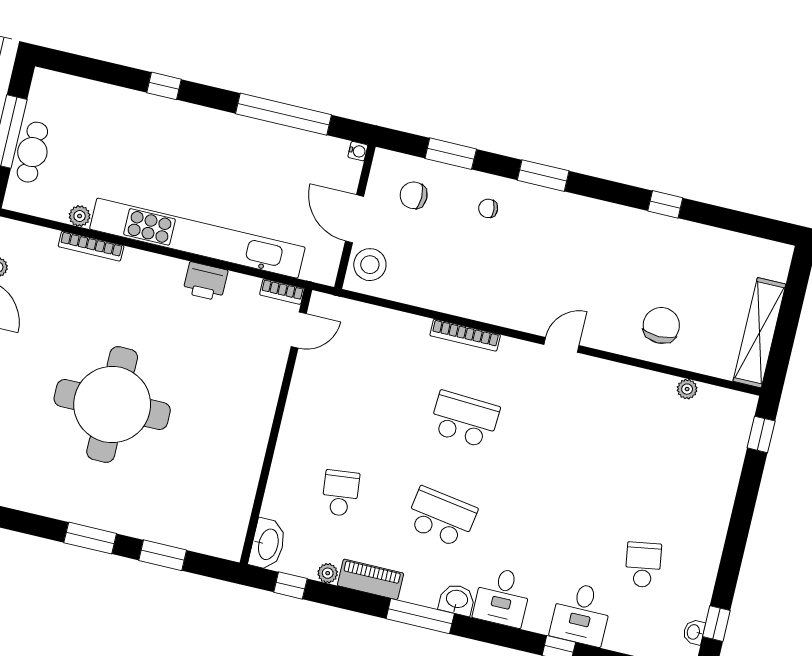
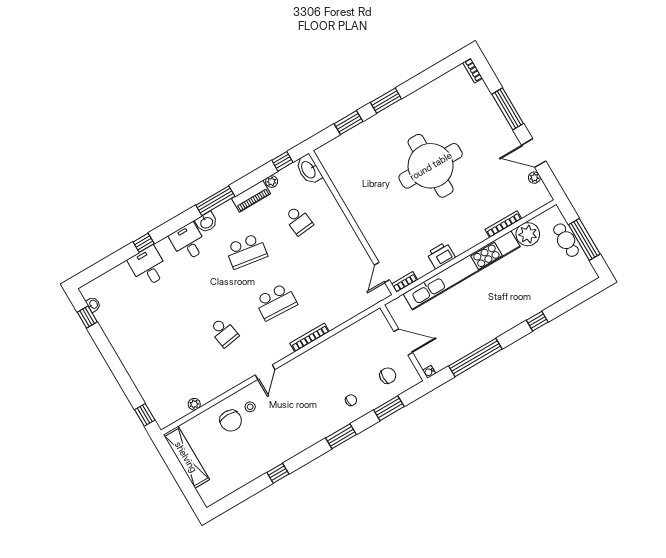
plant: (80, 216) -> (528, 234), width x1.87, depth x1.87
stool: (370, 265) -> (250, 407), moved, width x0.53, depth x0.53
school desk: (643, 565) -> (224, 332), moved

